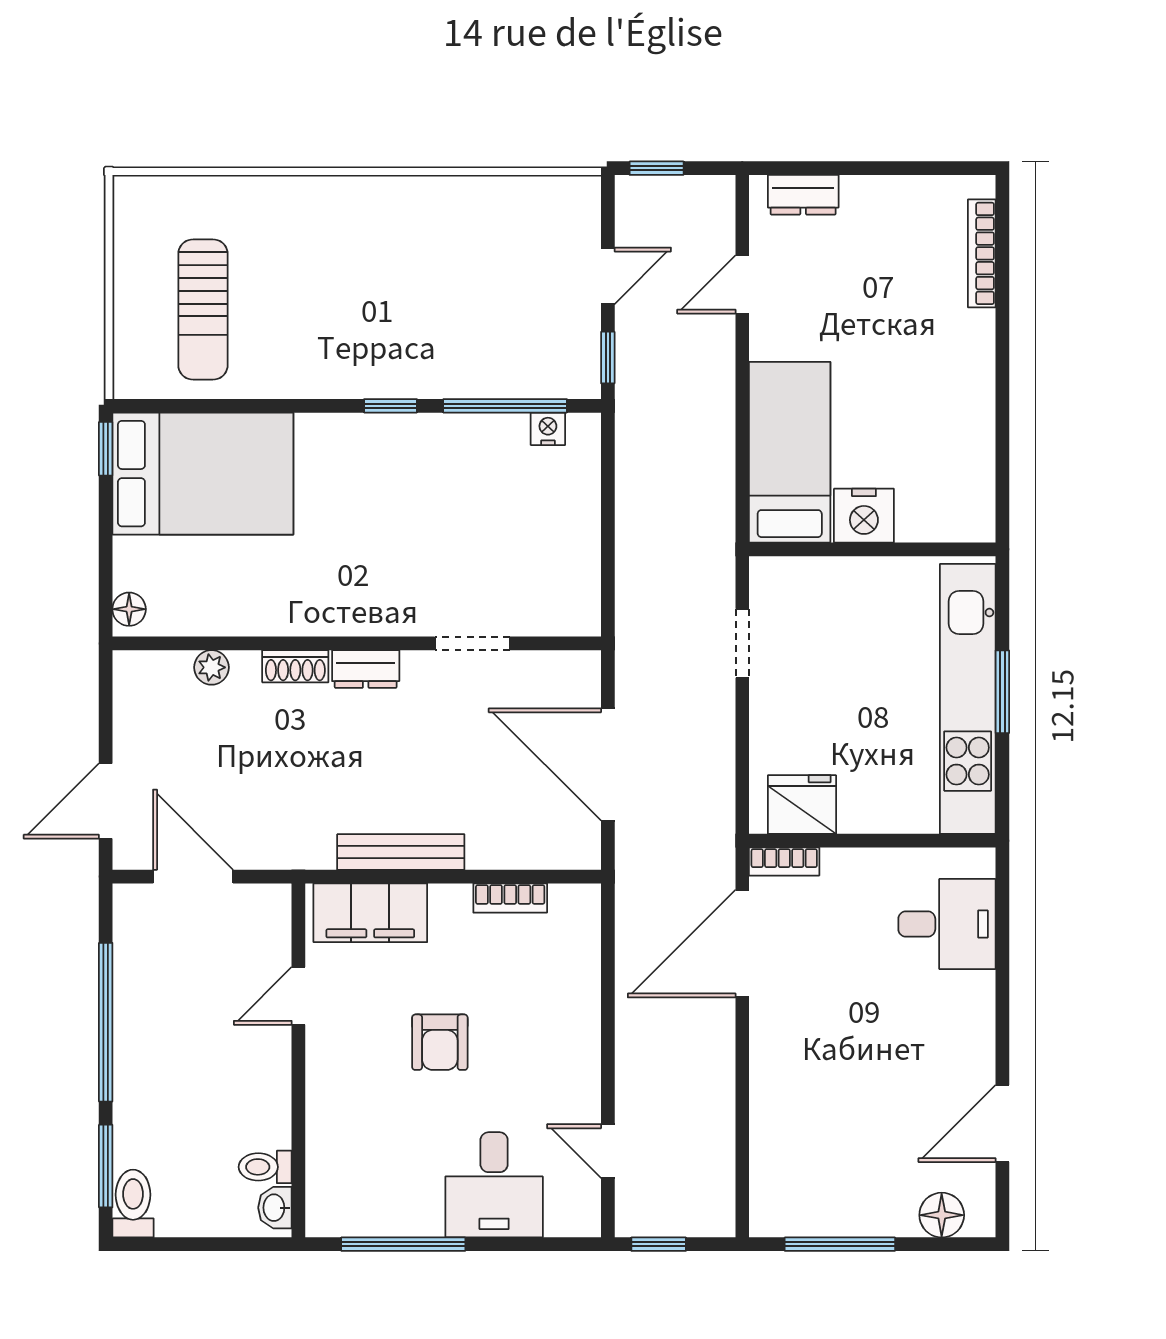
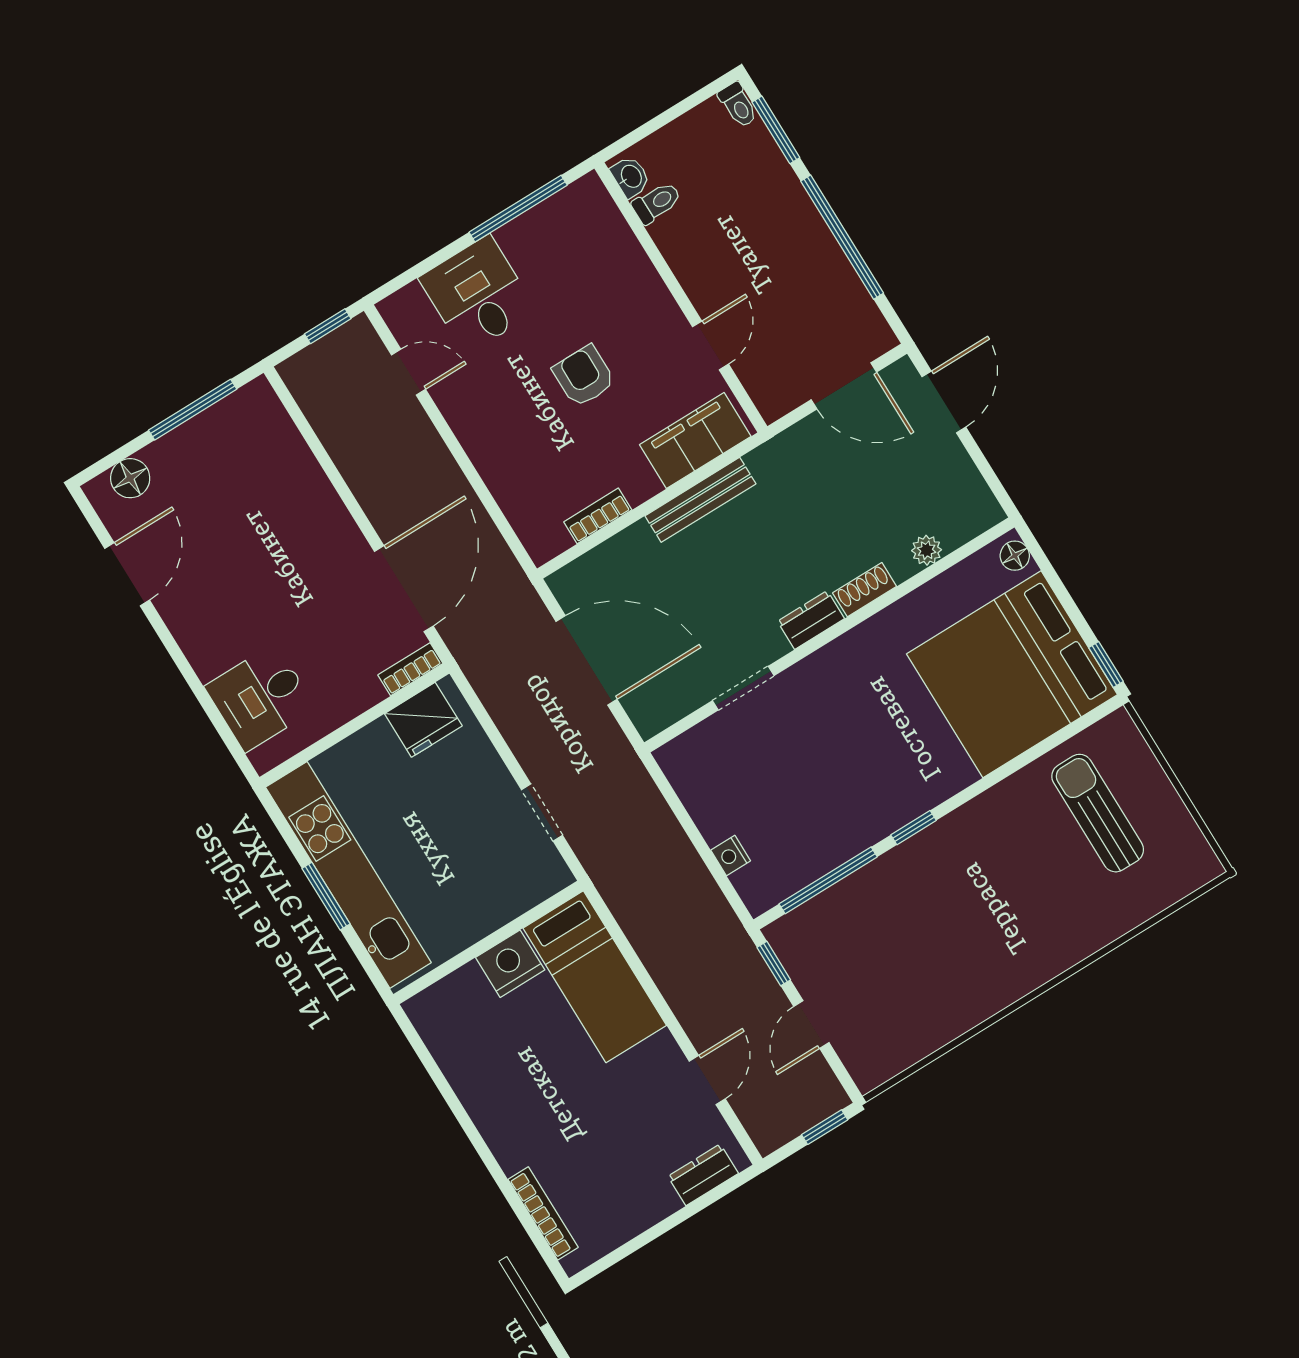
nightstand: (548, 429) -> (731, 855), moved, turned 90
bed: (203, 474) -> (1012, 674), width x1.36
toilet: (133, 1204) -> (738, 105), width x0.73, depth x0.72

